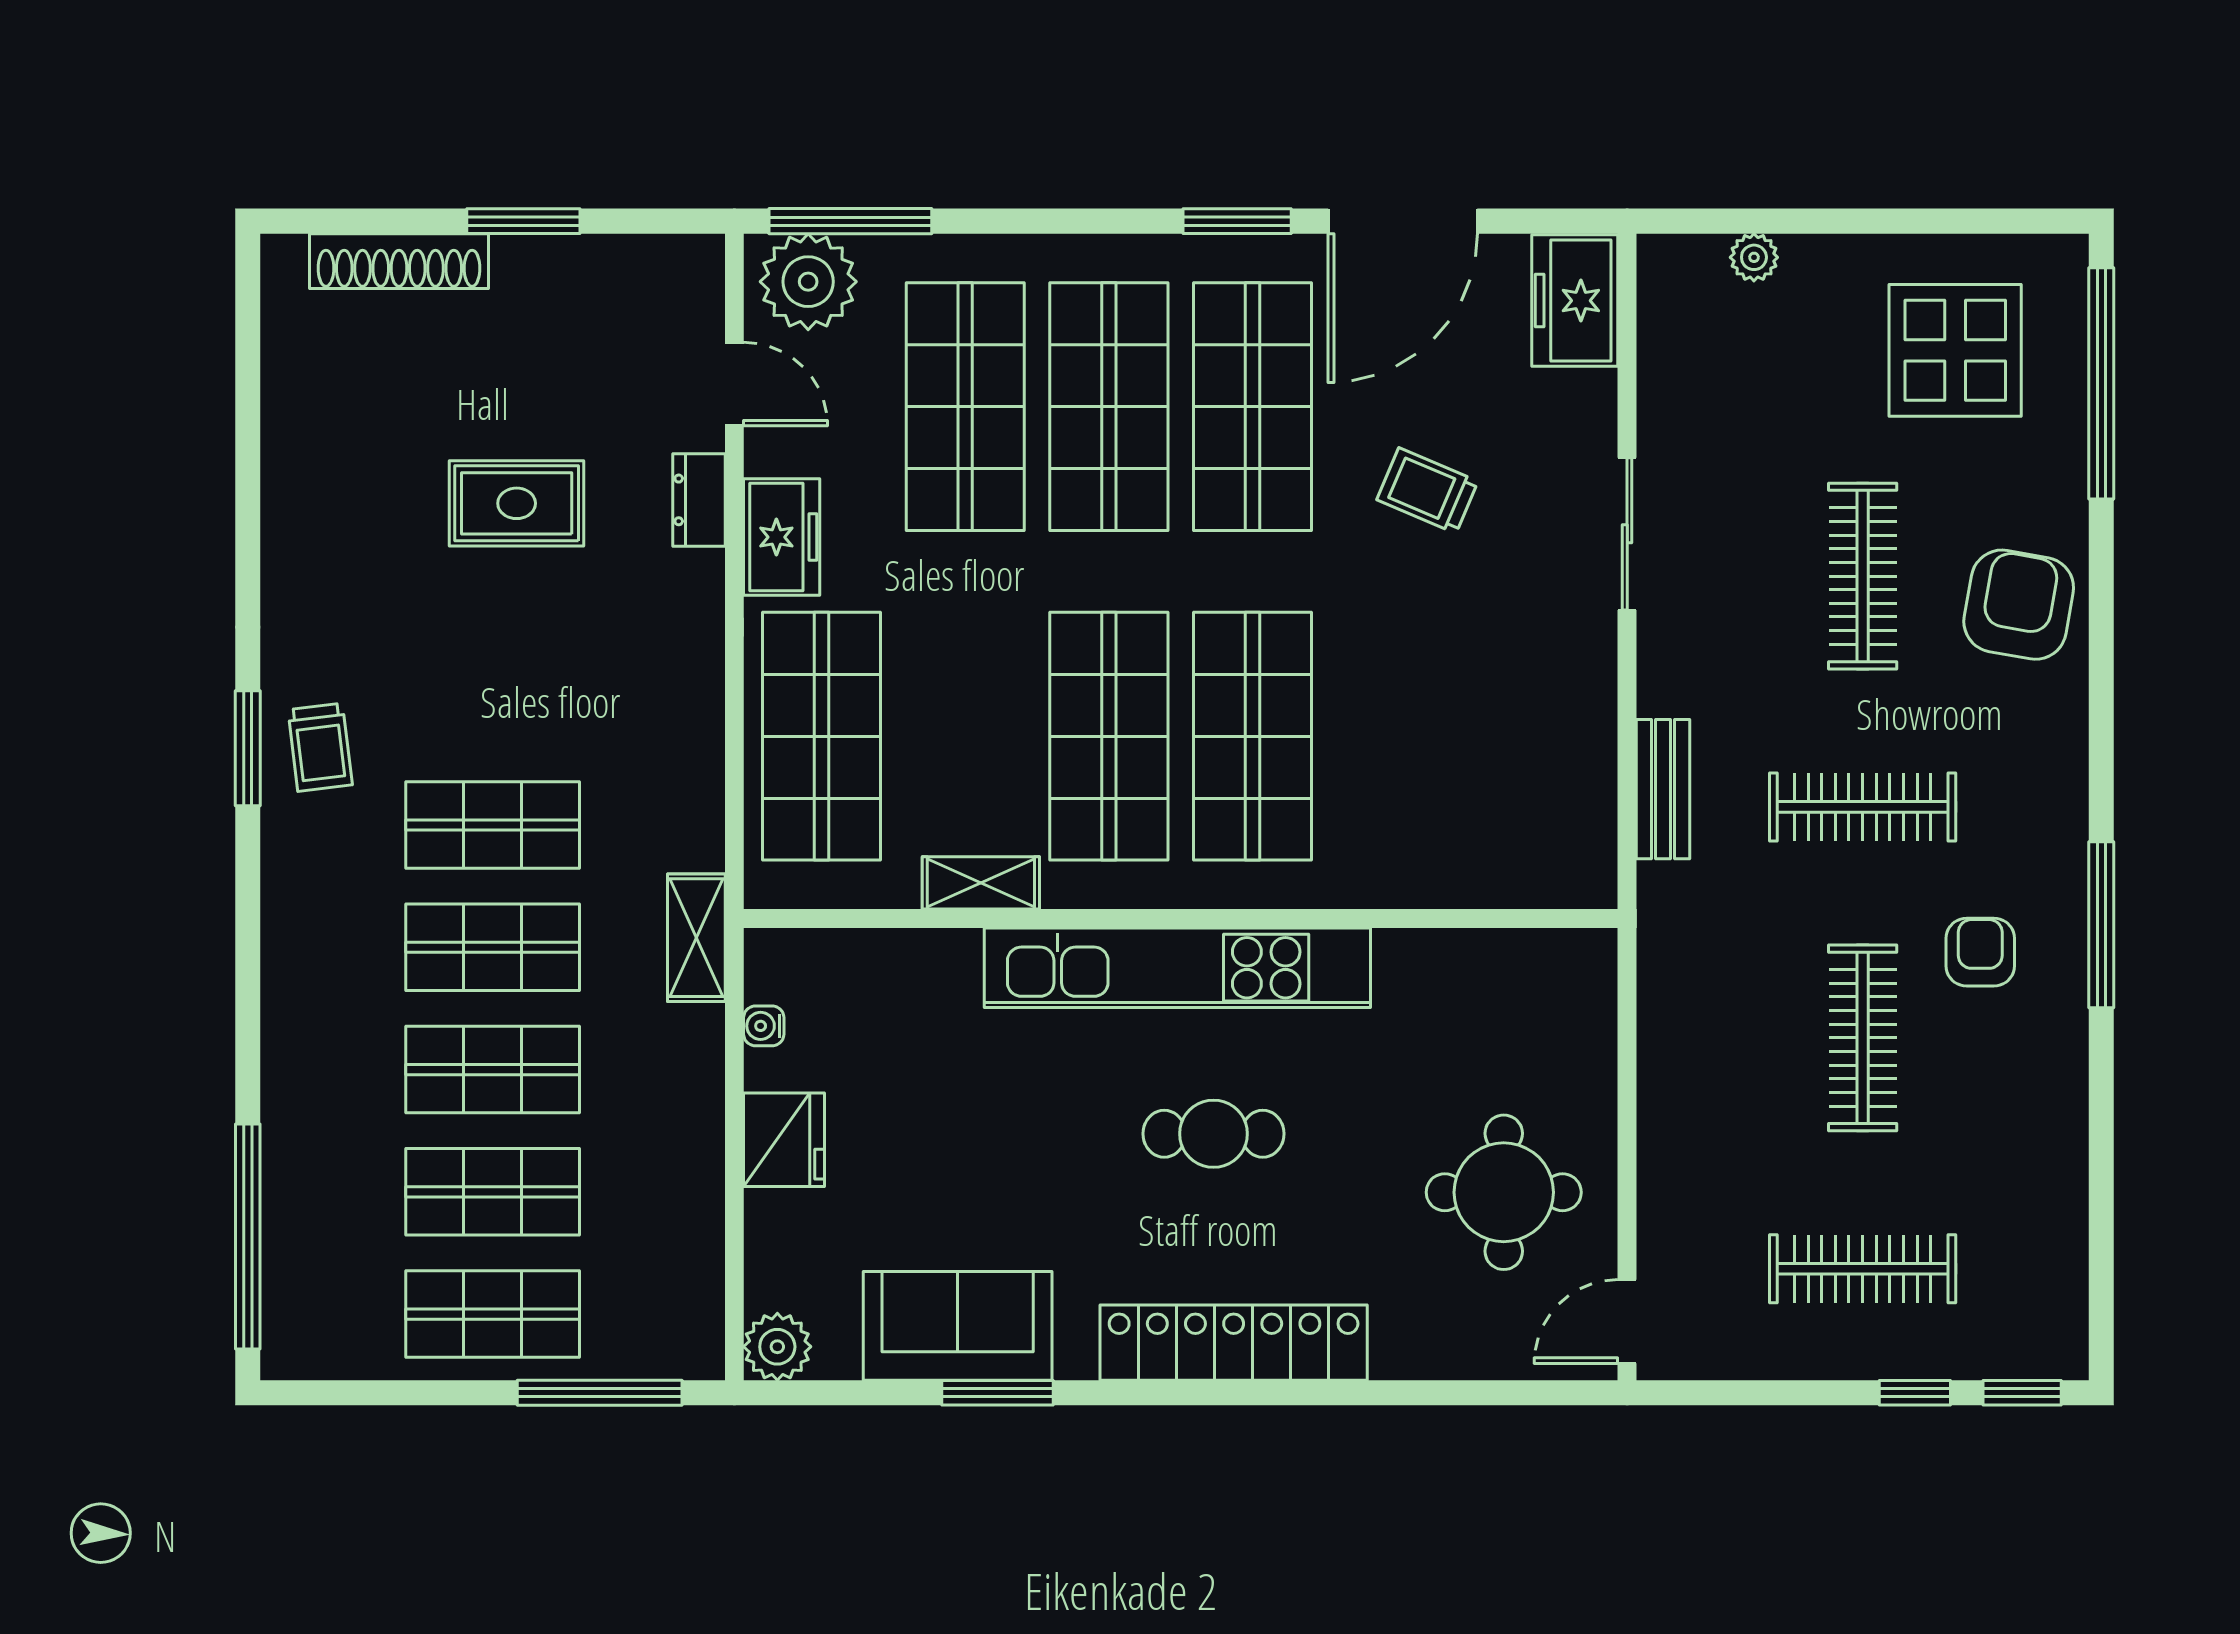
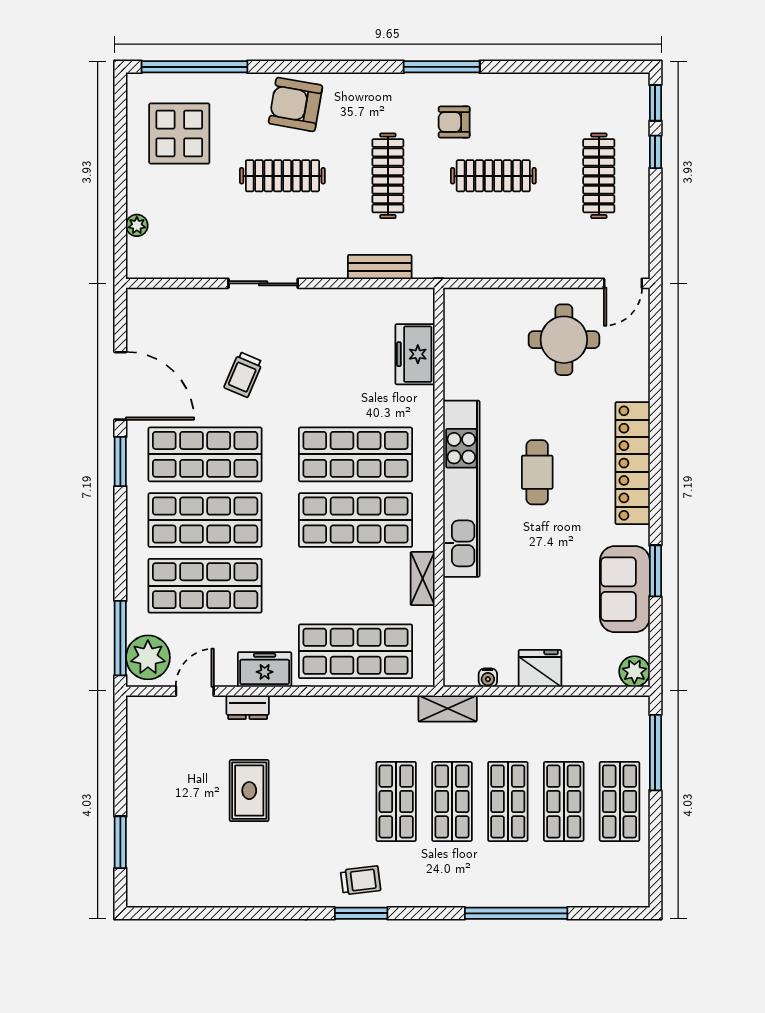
window: (523, 221) -> (120, 842), moved
shoe rack: (399, 261) -> (139, 844), removed
freezer: (1575, 301) -> (415, 354), moved, turned 90
window: (248, 1236) -> (516, 913), moved
door: (1627, 1322) -> (623, 283), hinge flipped

